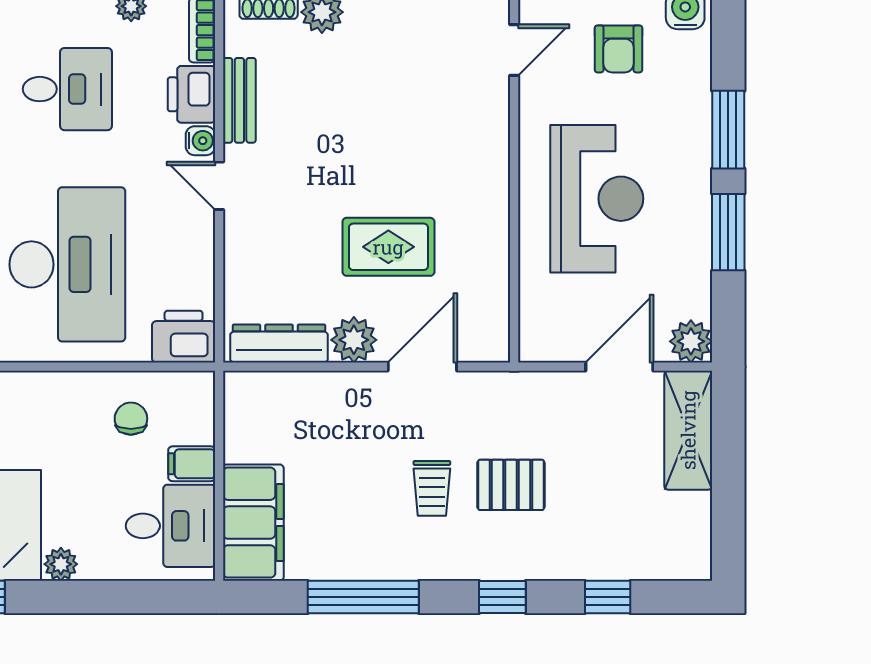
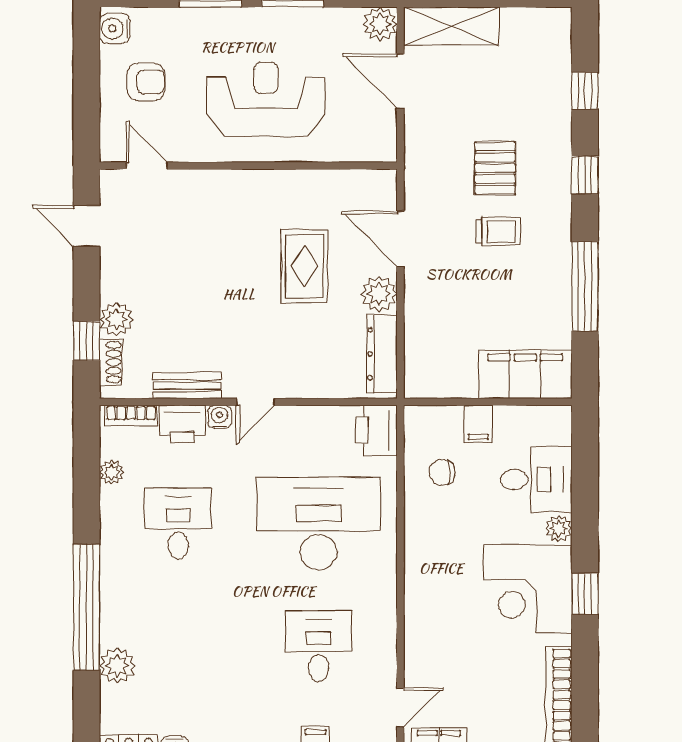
desk: (170, 526) -> (536, 480), moved, turned 90

